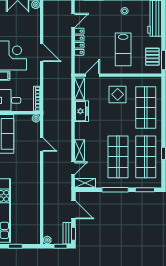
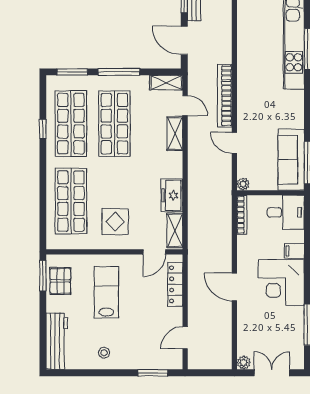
locker: (79, 42) -> (175, 284), moved
door: (73, 168) -> (185, 106), swing flipped
bookcase: (48, 175) -> (225, 96), added

